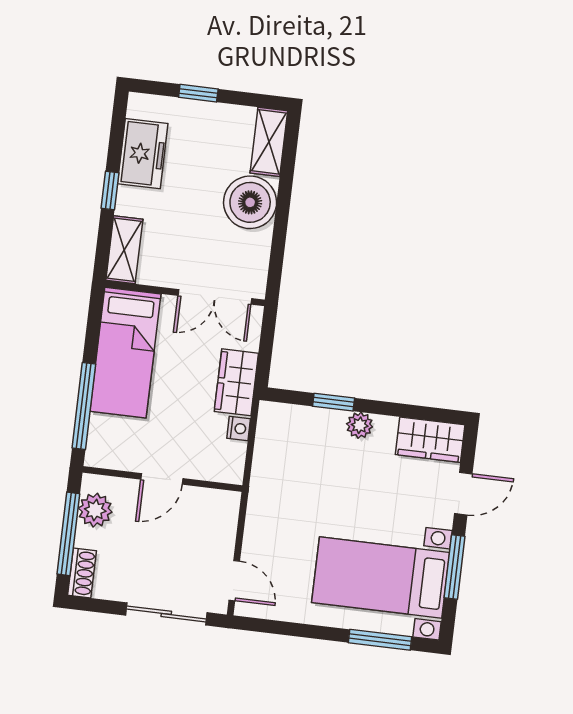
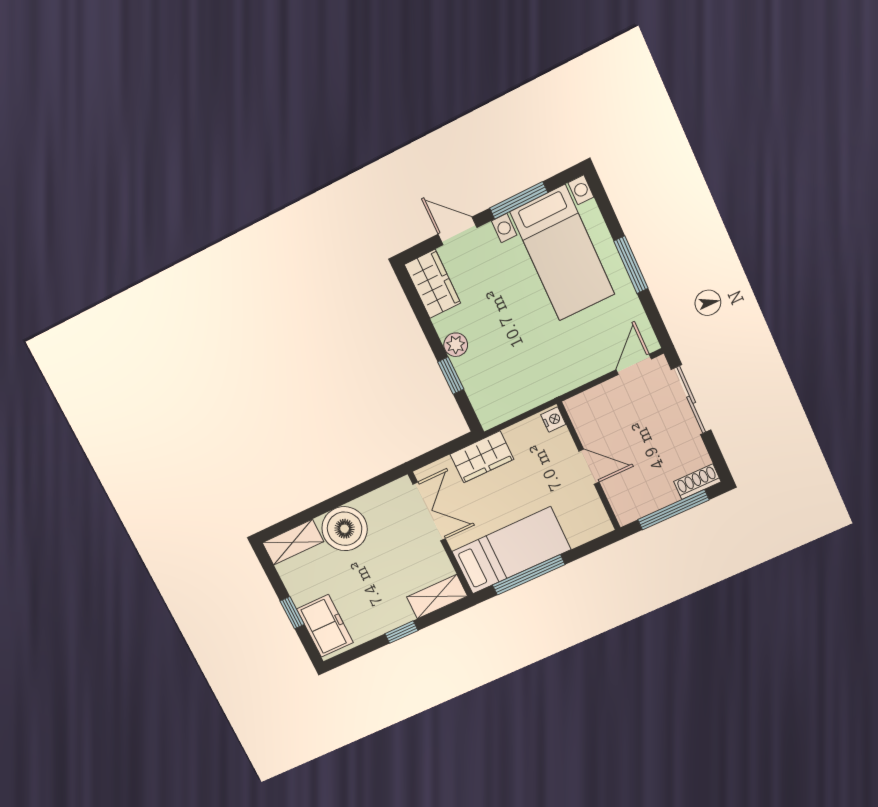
freezer: (143, 154) -> (325, 626), moved, turned 90
window: (84, 406) -> (529, 575), moved
nightstand: (239, 428) -> (553, 419), moved, turned 90
plant: (95, 510) -> (643, 501), removed
window: (380, 640) -> (631, 265), moved

